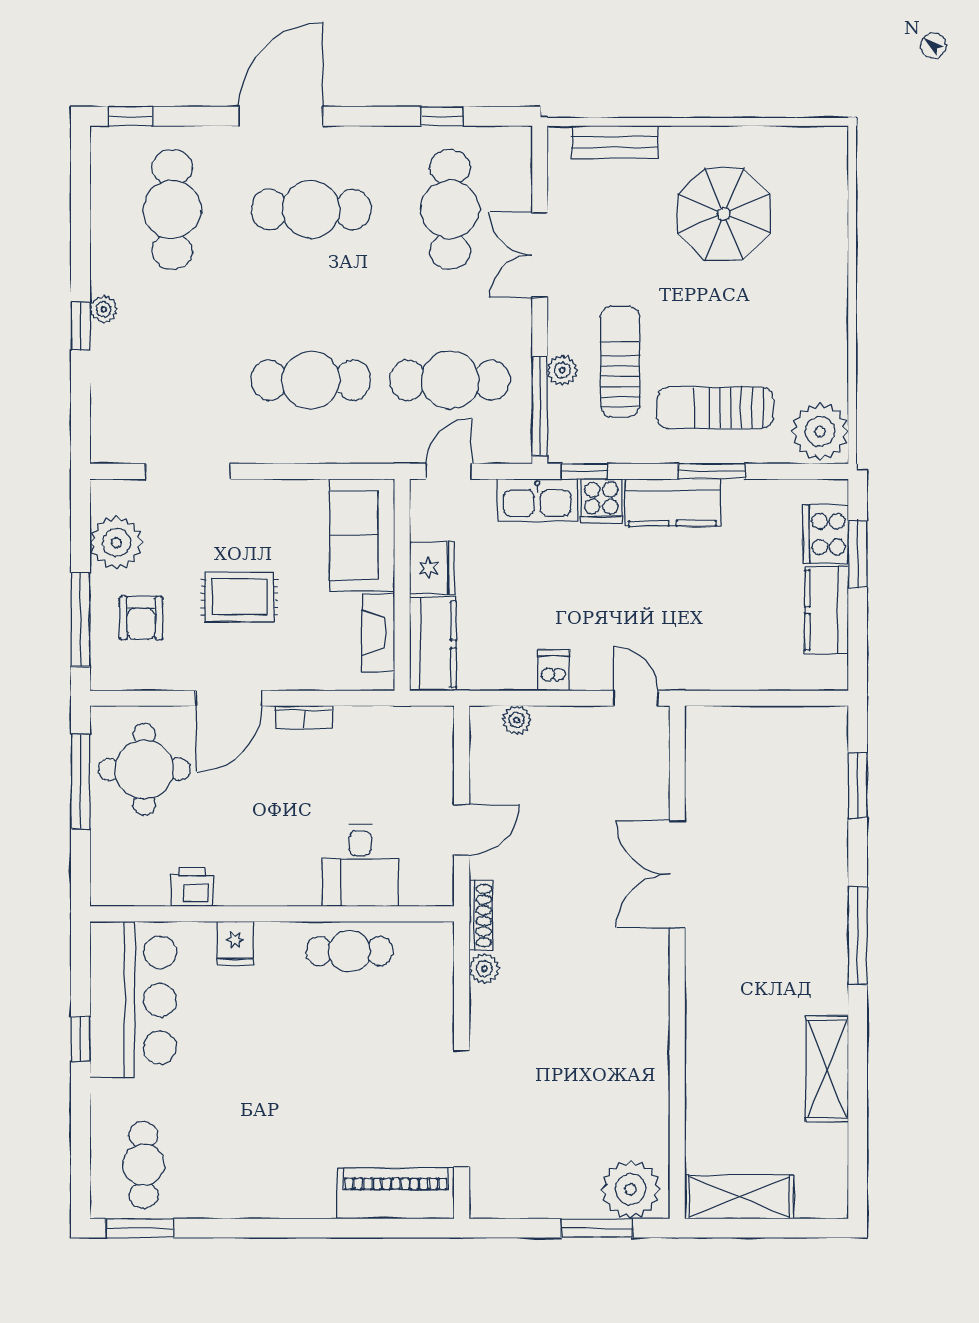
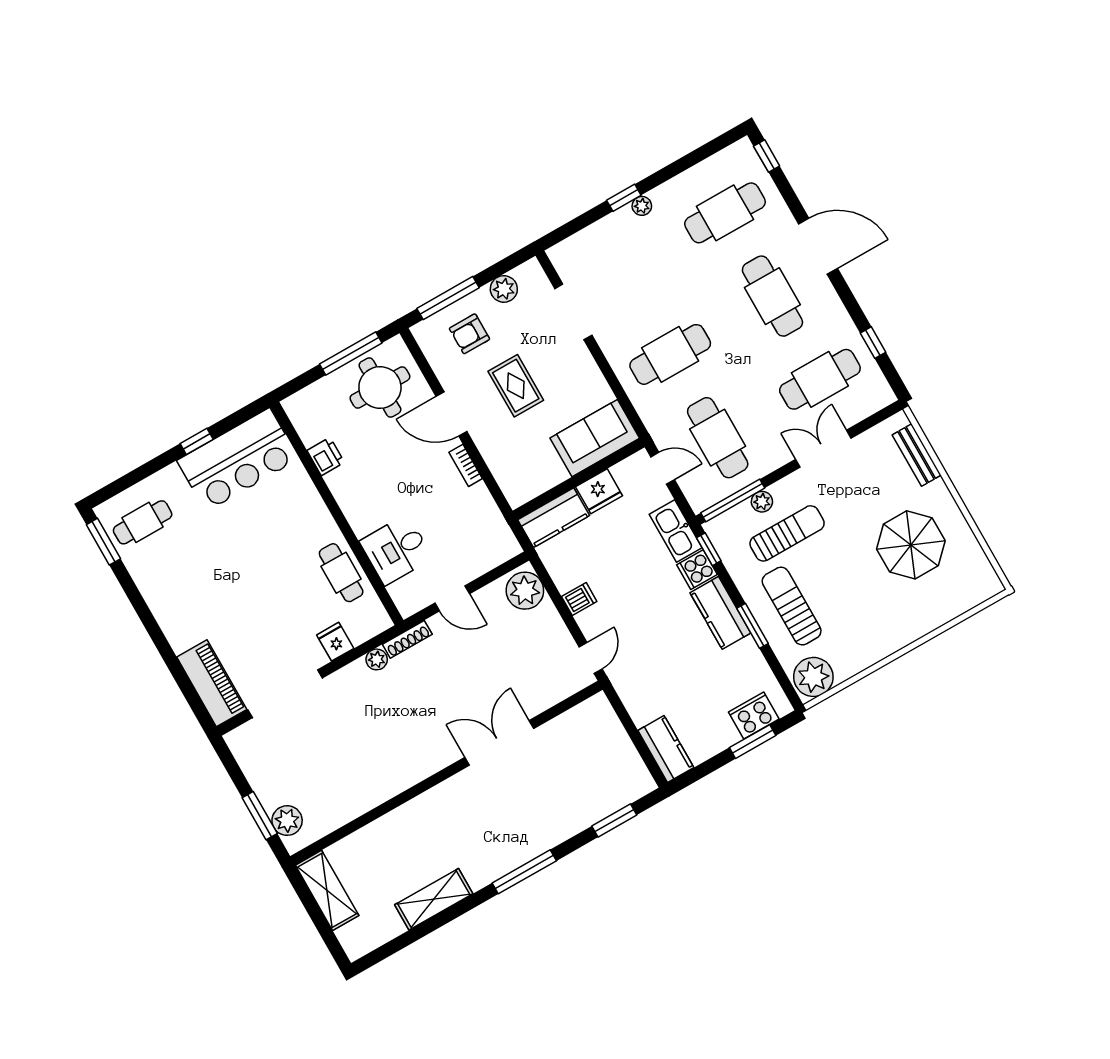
cafe table: (311, 380) -> (670, 354), turned 90
plant: (116, 542) -> (504, 289), width x0.73, depth x0.73
kitchen counter: (827, 610) -> (666, 749), moved, turned 90
fireplace: (378, 633) -> (542, 481), removed
plant: (517, 720) -> (525, 591), width x1.88, depth x1.88
fridge: (235, 943) -> (335, 642), moved, turned 90
plant: (631, 1189) -> (287, 821), width x0.73, depth x0.73

